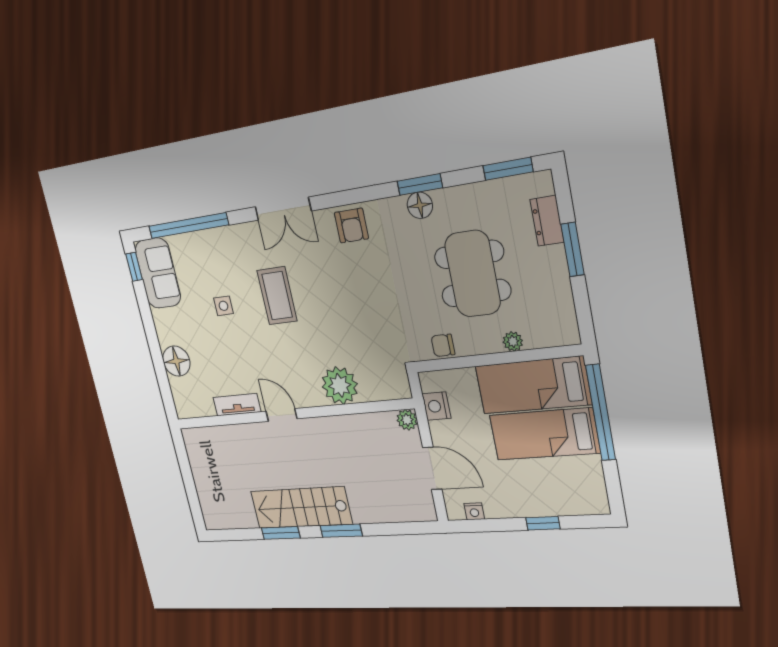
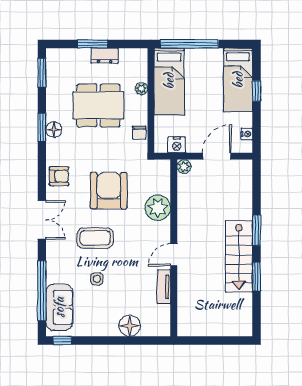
dresser: (547, 221) -> (105, 56), moved
sofa: (158, 273) -> (59, 307), moved, turned 90
armchair: (348, 308) -> (109, 191), added
bed: (544, 434) -> (238, 80), moved

